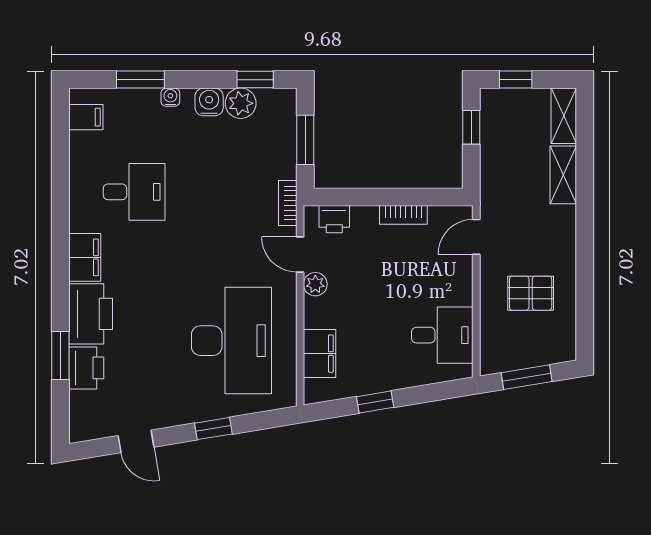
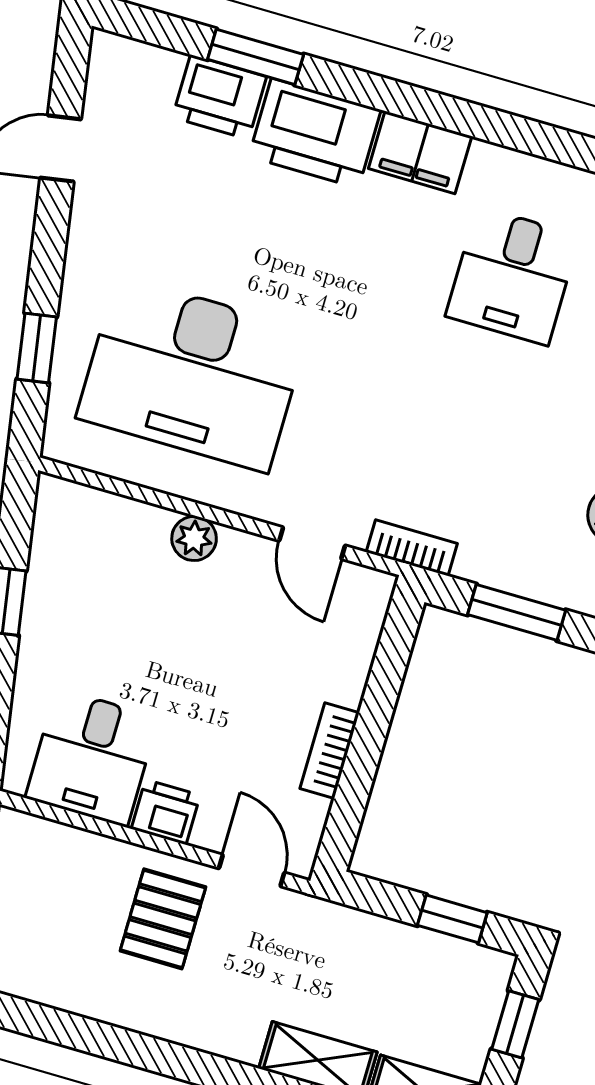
printer: (334, 219) -> (166, 812), moved, turned 90
door: (300, 255) -> (312, 543), swing flipped
plant: (315, 284) -> (194, 538), moved
pallet: (531, 293) -> (163, 919), moved
filing cabinet: (320, 354) -> (123, 526), removed
window: (213, 429) -> (37, 348), moved

